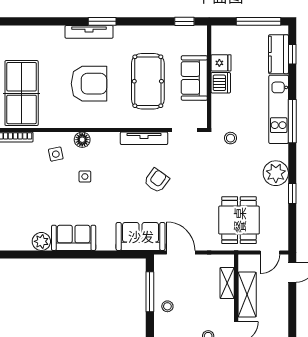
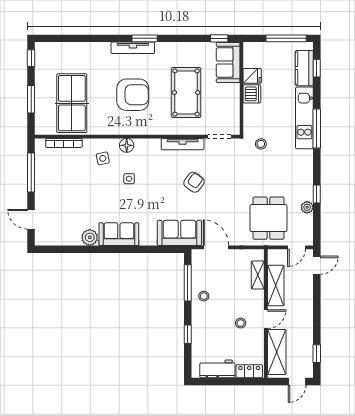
sofa: (194, 78) -> (228, 62), moved
plant: (276, 173) -> (307, 207), moved, width x0.53, depth x0.53

